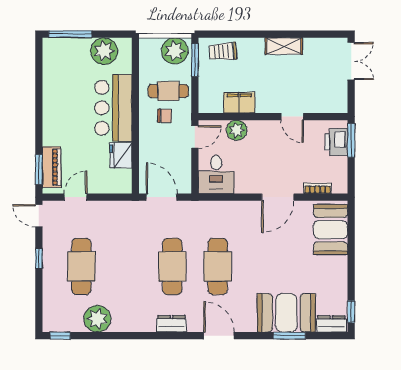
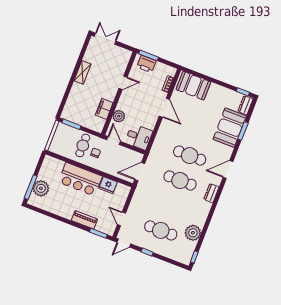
plant: (104, 51) -> (41, 188), moved
plant: (175, 51) -> (62, 133), removed
trolley: (223, 51) -> (73, 107), removed
piano: (52, 167) -> (84, 220), moved

